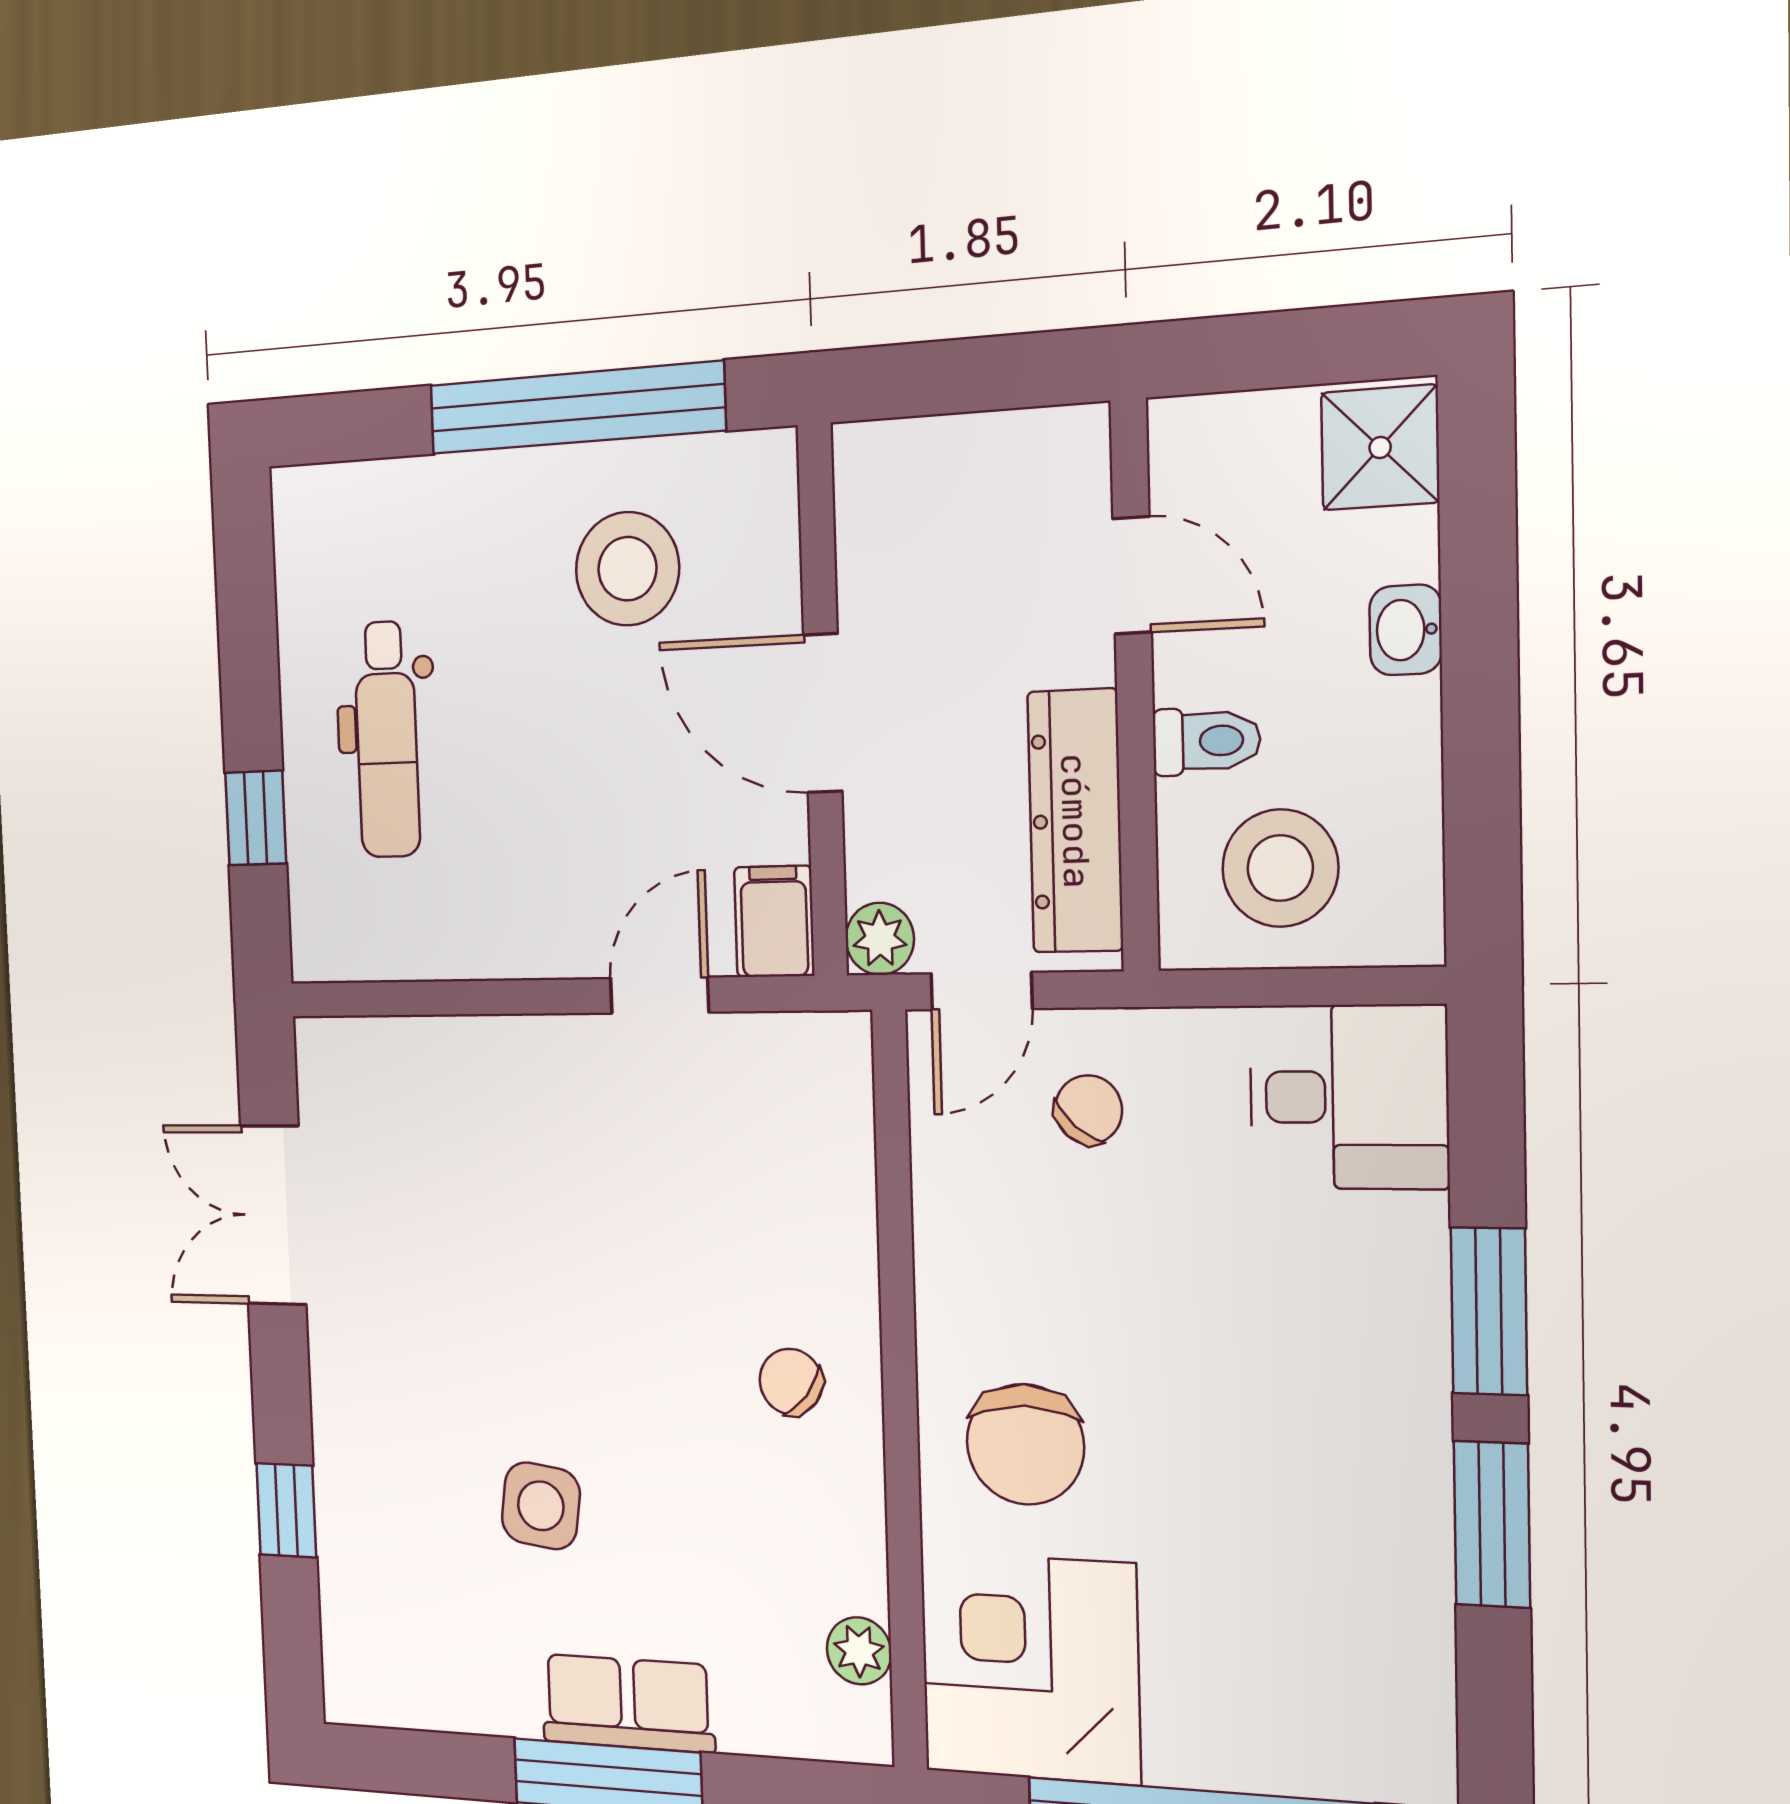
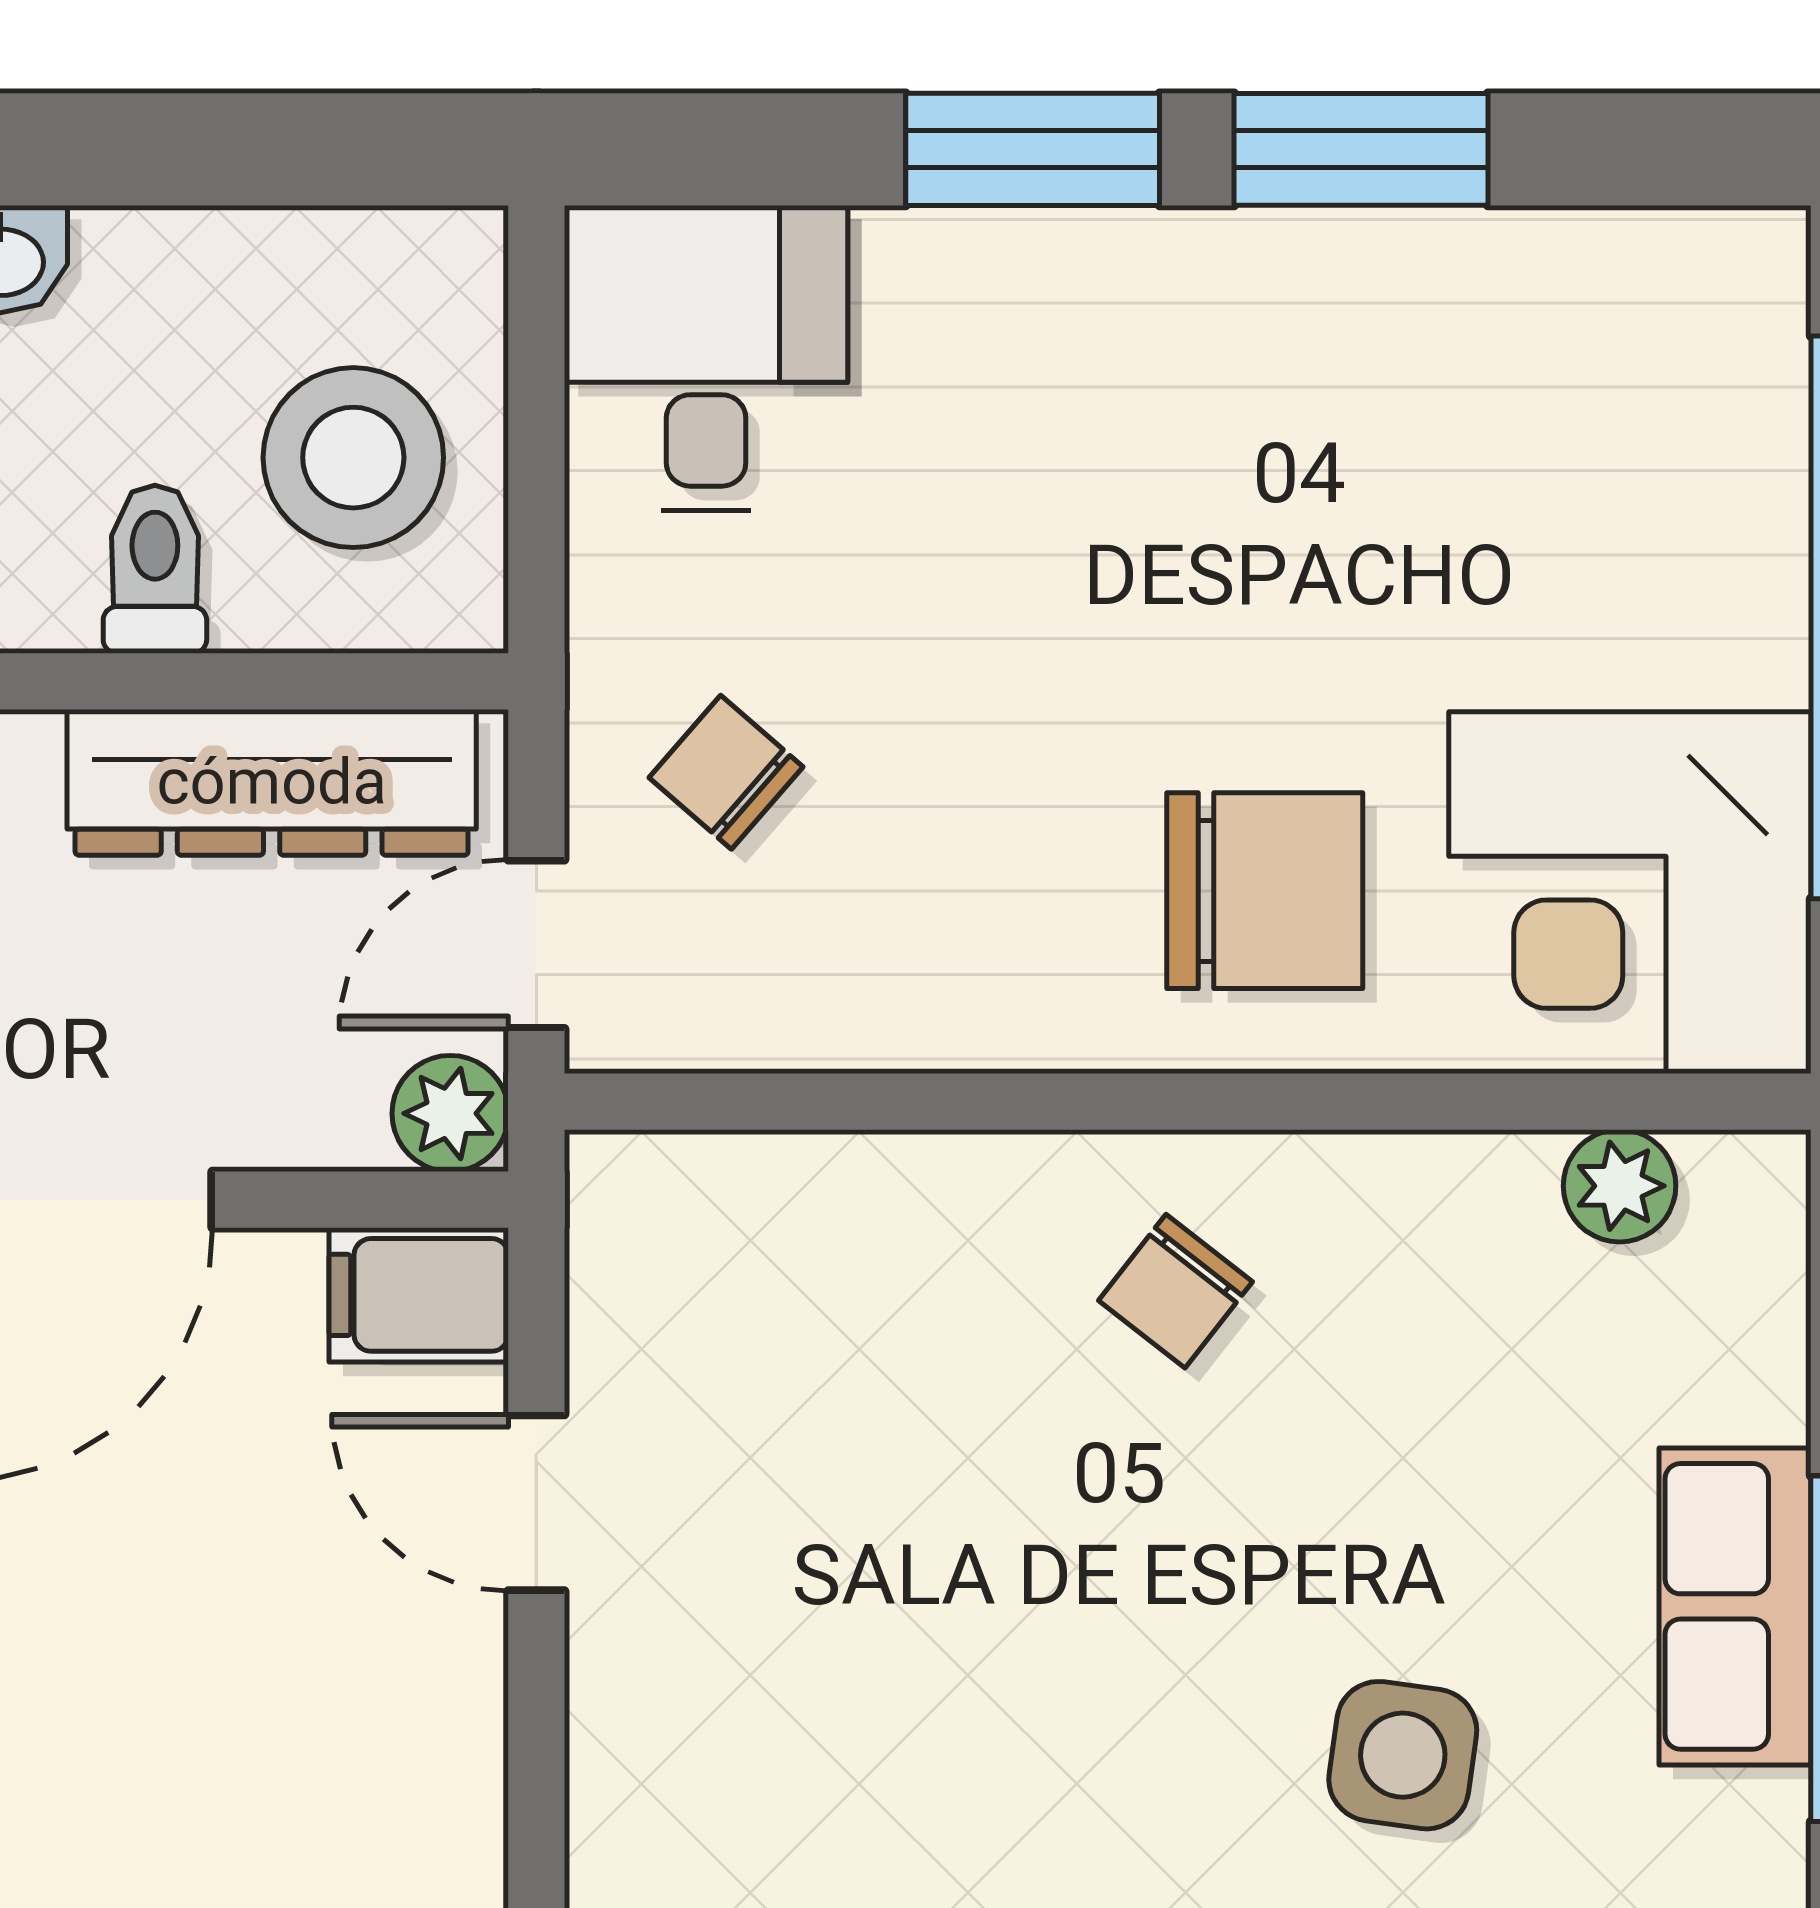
door: (981, 991) -> (536, 944), swing flipped

